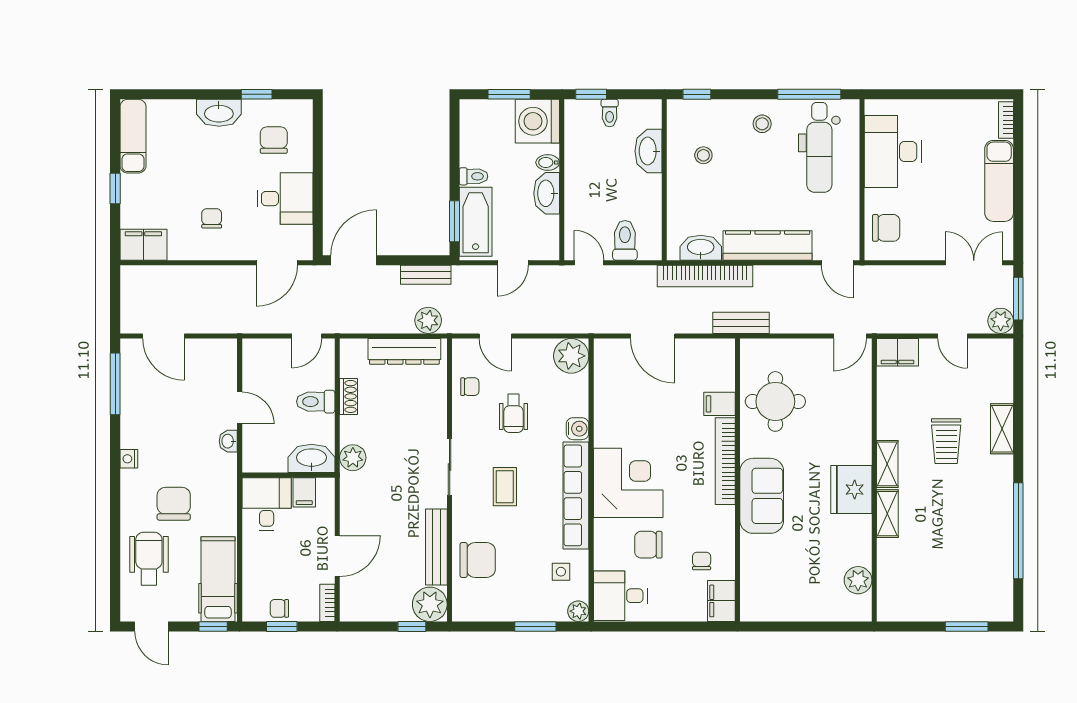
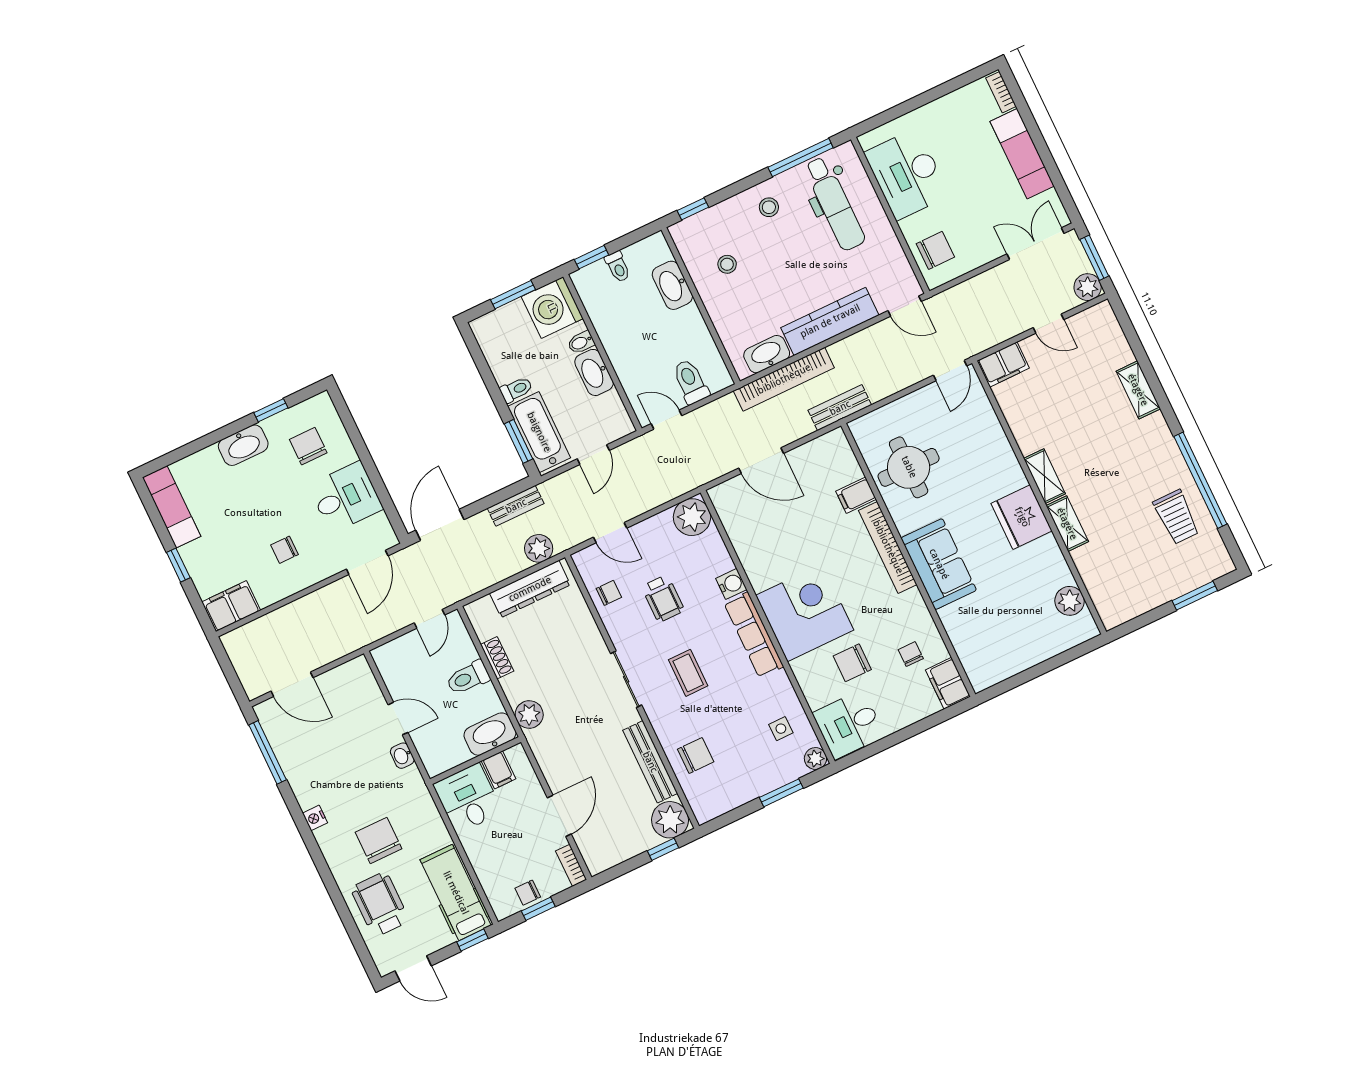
chair: (212, 218) -> (284, 550), turned -90
trolley: (946, 441) -> (1176, 517), moved
row of seats: (576, 495) -> (754, 635), width x0.73
chair: (478, 560) -> (696, 755), width x0.73, depth x0.73

